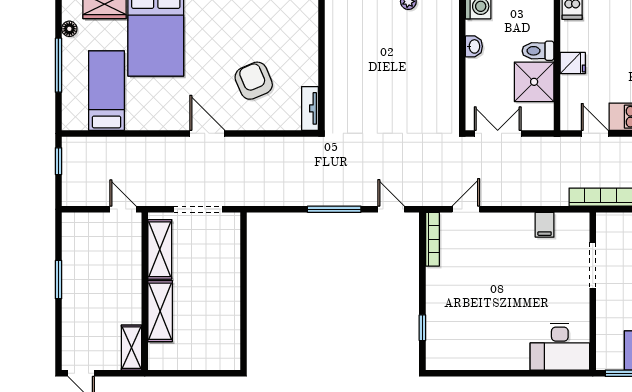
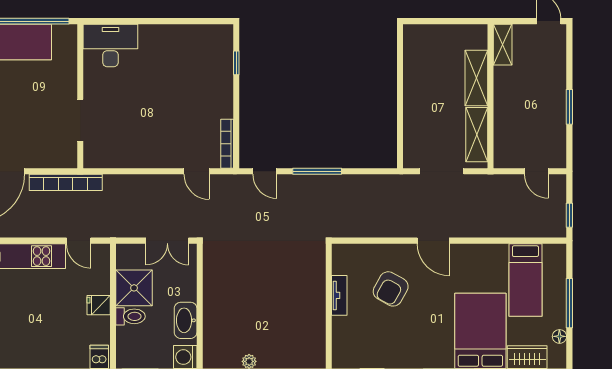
washbasin: (474, 46) -> (186, 320), width x1.91, depth x1.45
armchair: (254, 81) -> (391, 289), turned 52
tv unit: (310, 108) -> (339, 295), moved
door: (123, 209) -> (536, 171), moved
door: (466, 209) -> (197, 171), hinge flipped
filing cabinet: (545, 225) -> (124, 157), removed

